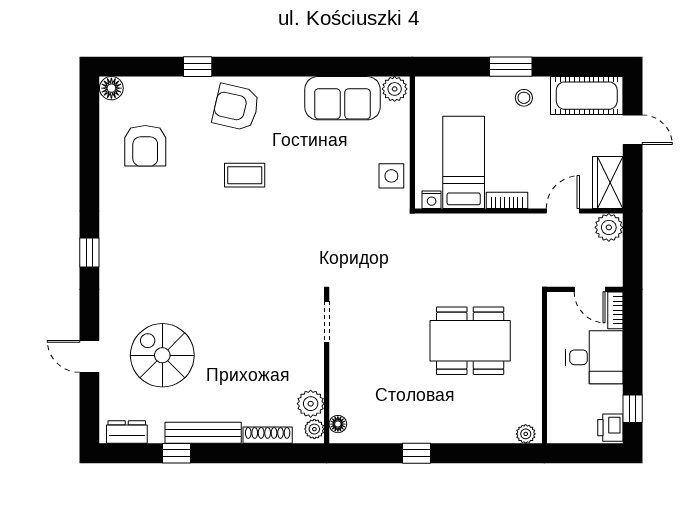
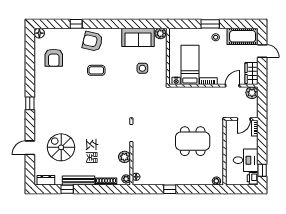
side table: (391, 176) -> (142, 68), moved
door: (590, 289) -> (244, 119), hinge flipped
door: (89, 356) -> (30, 148), hinge flipped
desk: (594, 357) -> (246, 160), moved
plant: (311, 404) -> (124, 157), moved

